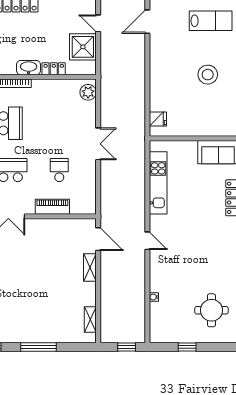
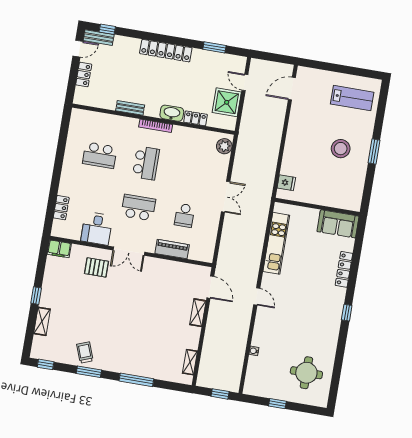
school desk: (59, 170) -> (185, 215), turned 180

